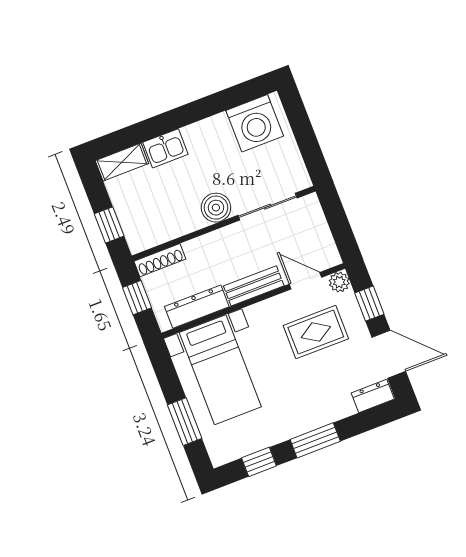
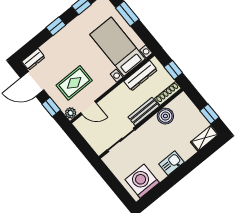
kitchen sink: (165, 148) -> (171, 163), moved
boiler: (216, 208) -> (165, 116), moved
window: (109, 225) -> (209, 114), moved
bench: (254, 286) -> (144, 112), moved
window: (315, 440) -> (56, 26), width x0.67

